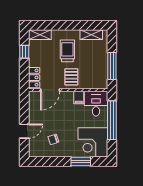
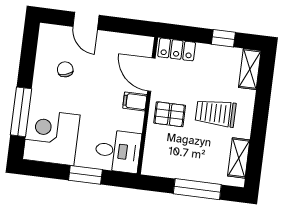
trolley: (67, 51) -> (216, 113), turned 180
window: (112, 66) -> (197, 189), moved
filing cabinet: (79, 98) -> (135, 101), moved
window: (112, 120) -> (85, 175), width x0.47
window: (81, 161) -> (21, 112), width x1.44

